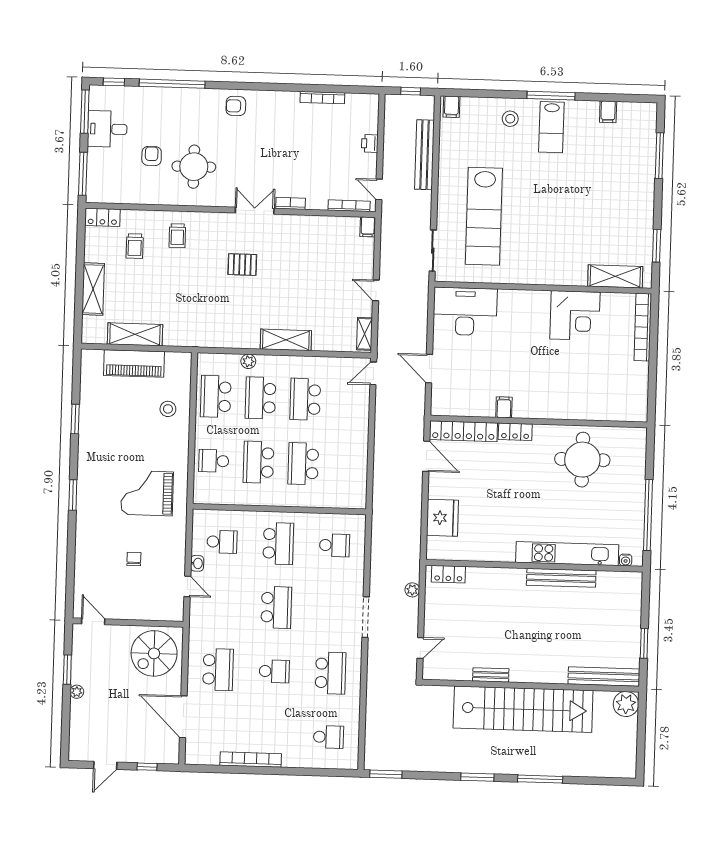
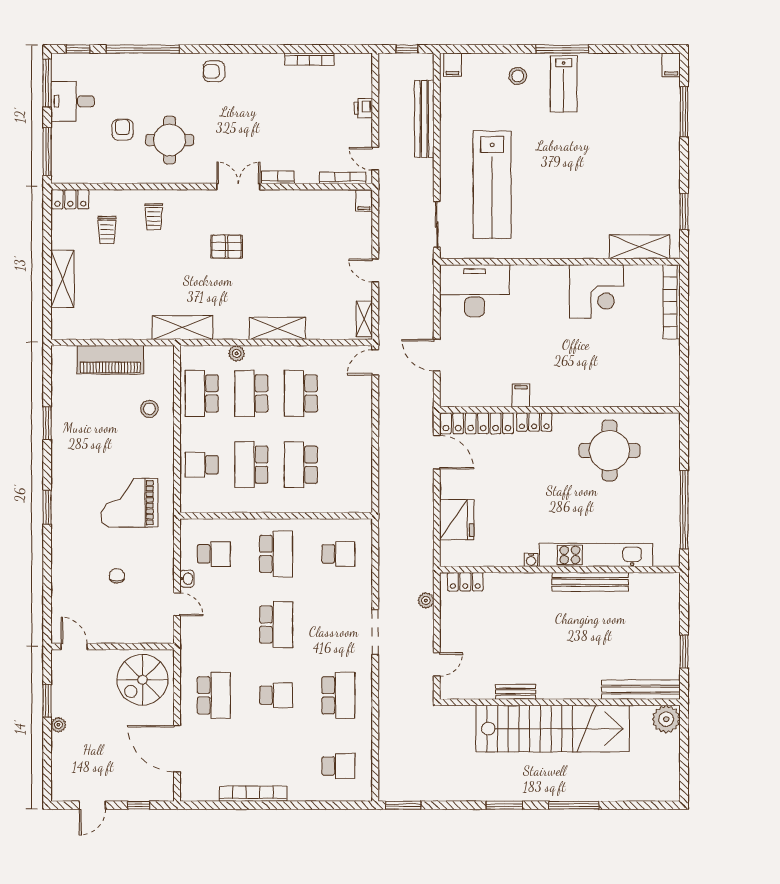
filing cabinet: (608, 112) -> (671, 65), moved
shelving: (135, 334) -> (182, 328), moved
water cooler: (626, 560) -> (531, 560), moved

